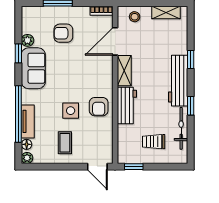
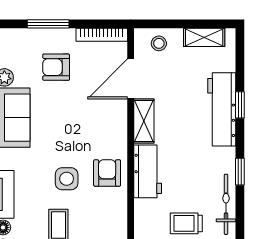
bookcase: (101, 11) -> (102, 35), width x1.56
workbench: (178, 81) -> (222, 109), moved
armchair: (99, 107) -> (107, 173), turned 180

